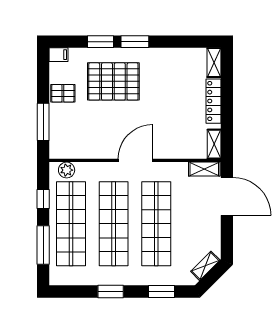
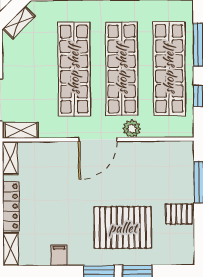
filing cabinet: (59, 55) -> (59, 255), moved, turned 90
plant: (67, 170) -> (132, 129), moved

